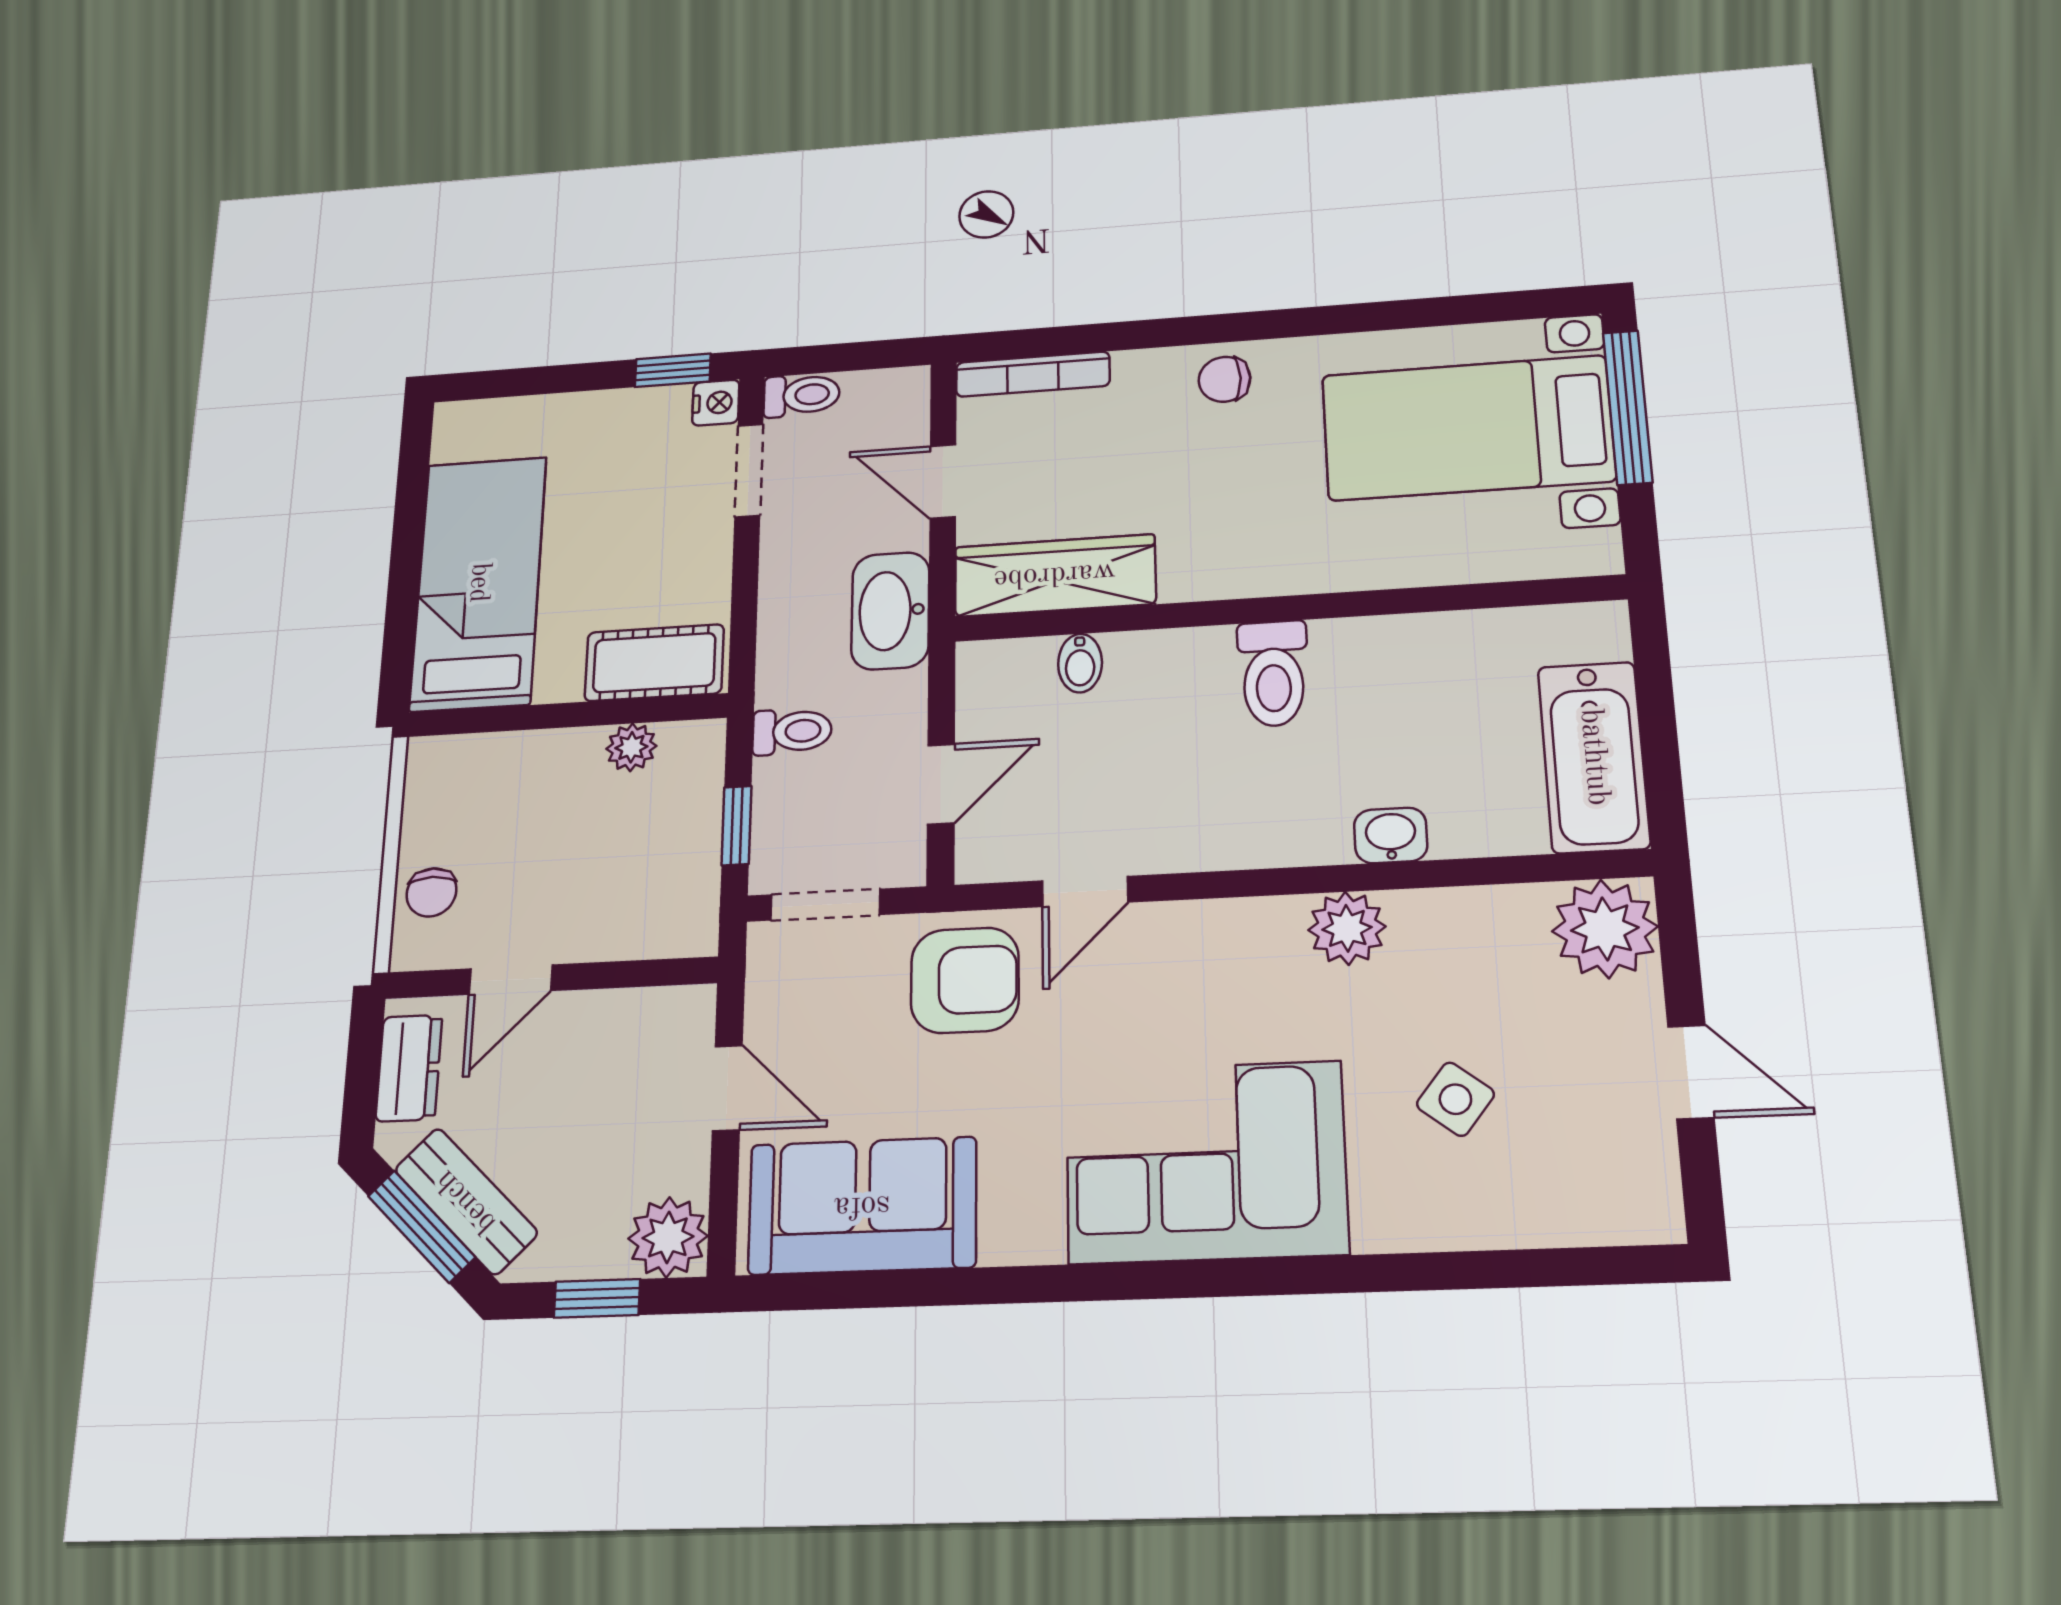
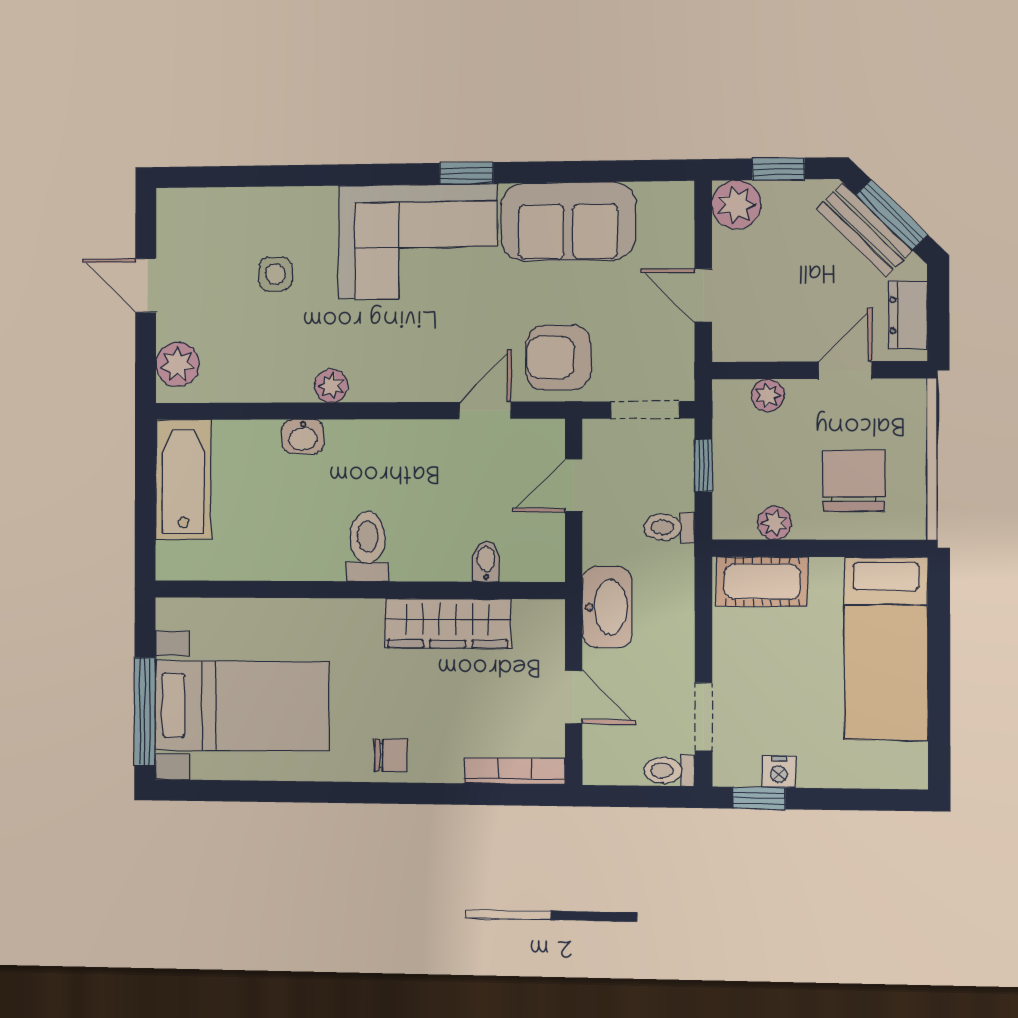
nightstand: (716, 403) -> (779, 772), moved, turned -90
wardrobe: (1055, 575) -> (448, 623), moved
chair: (432, 892) -> (854, 481), moved, width x1.87, depth x1.87
plant: (1347, 928) -> (331, 386), width x0.73, depth x0.73
plant: (1605, 929) -> (178, 364), width x0.73, depth x0.73
plant: (632, 936) -> (768, 395), added
side table: (1455, 1099) -> (275, 274), turned -38
sofa: (862, 1206) -> (568, 221), moved
window: (1123, 1281) -> (466, 173), added

